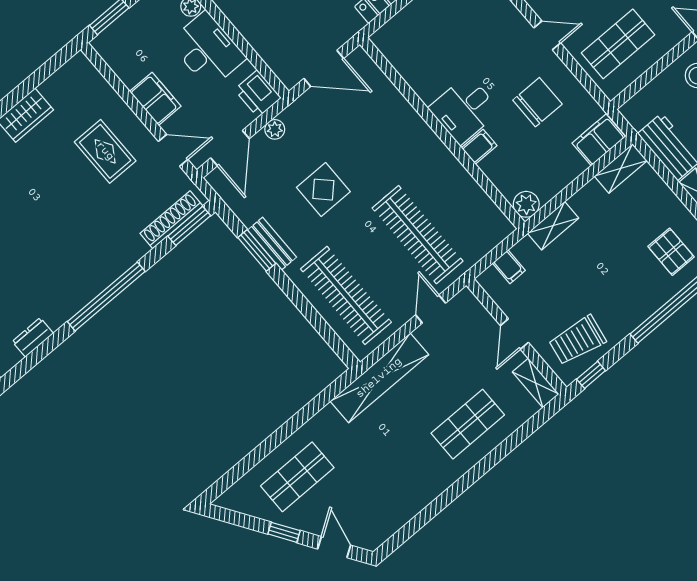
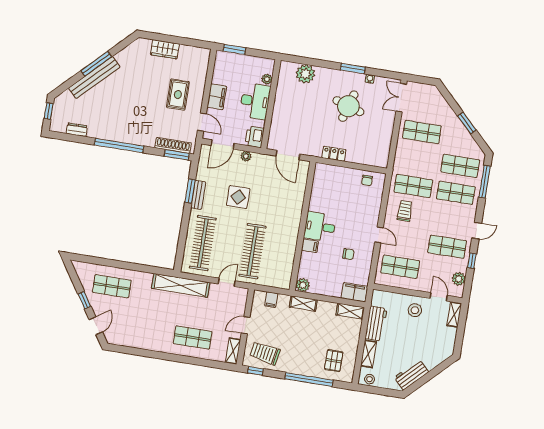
chair: (537, 102) -> (348, 254), width x0.54, depth x0.54

